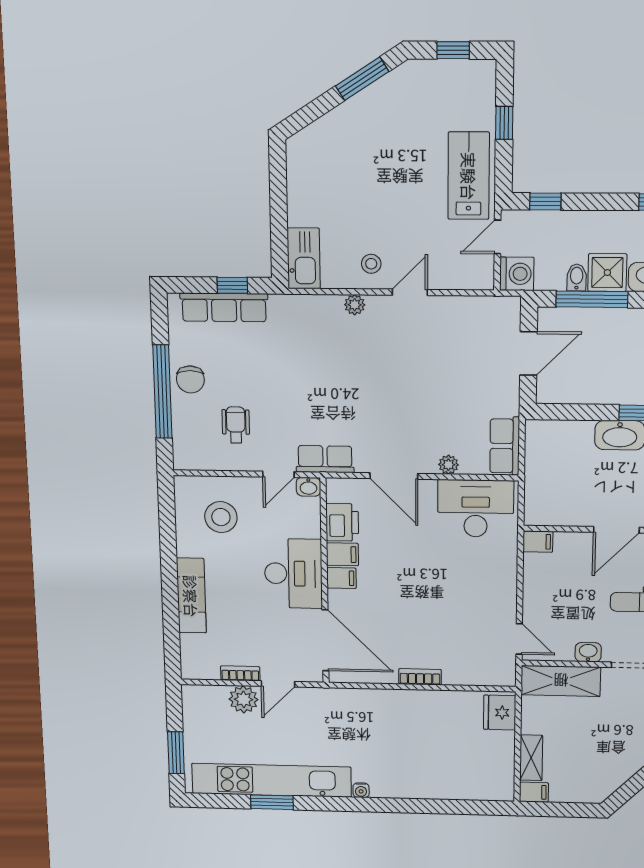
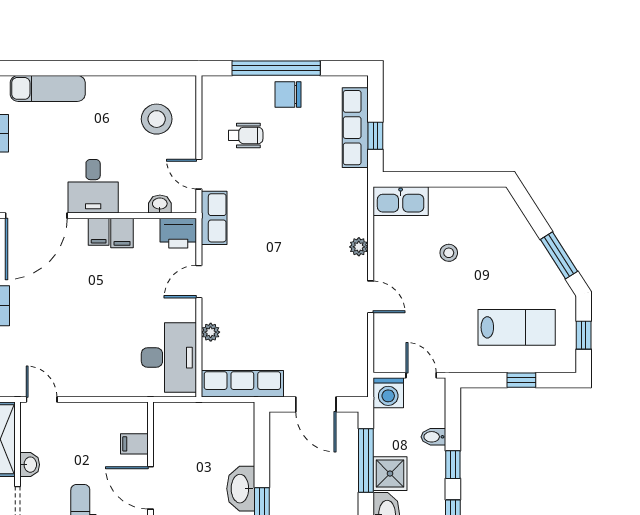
lab bench: (469, 176) -> (517, 327), moved
window: (545, 201) -> (453, 465), moved
stool: (371, 264) -> (449, 253), moved
bidet: (577, 277) -> (433, 437), moved, turned 180
row of seats: (505, 446) -> (242, 384), width x1.48
door: (394, 476) -> (199, 282), width x0.73
washbasin: (308, 487) -> (160, 204), moved, turned 90
printer: (342, 522) -> (178, 233), moved
filing cabinet: (538, 542) -> (134, 444), moved, turned 90
desk: (293, 574) -> (93, 186), width x0.73
exam couch: (191, 596) -> (48, 88), moved
door: (519, 639) -> (42, 399), swing flipped

